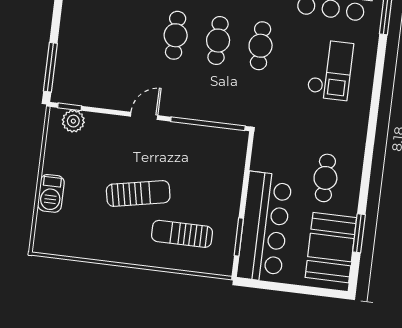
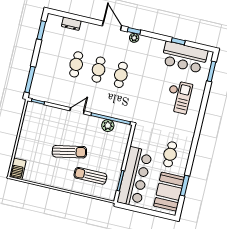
cafe table: (261, 46) -> (76, 64), moved
plant: (73, 121) -> (108, 126), moved
barbecue: (51, 193) -> (18, 169), moved

